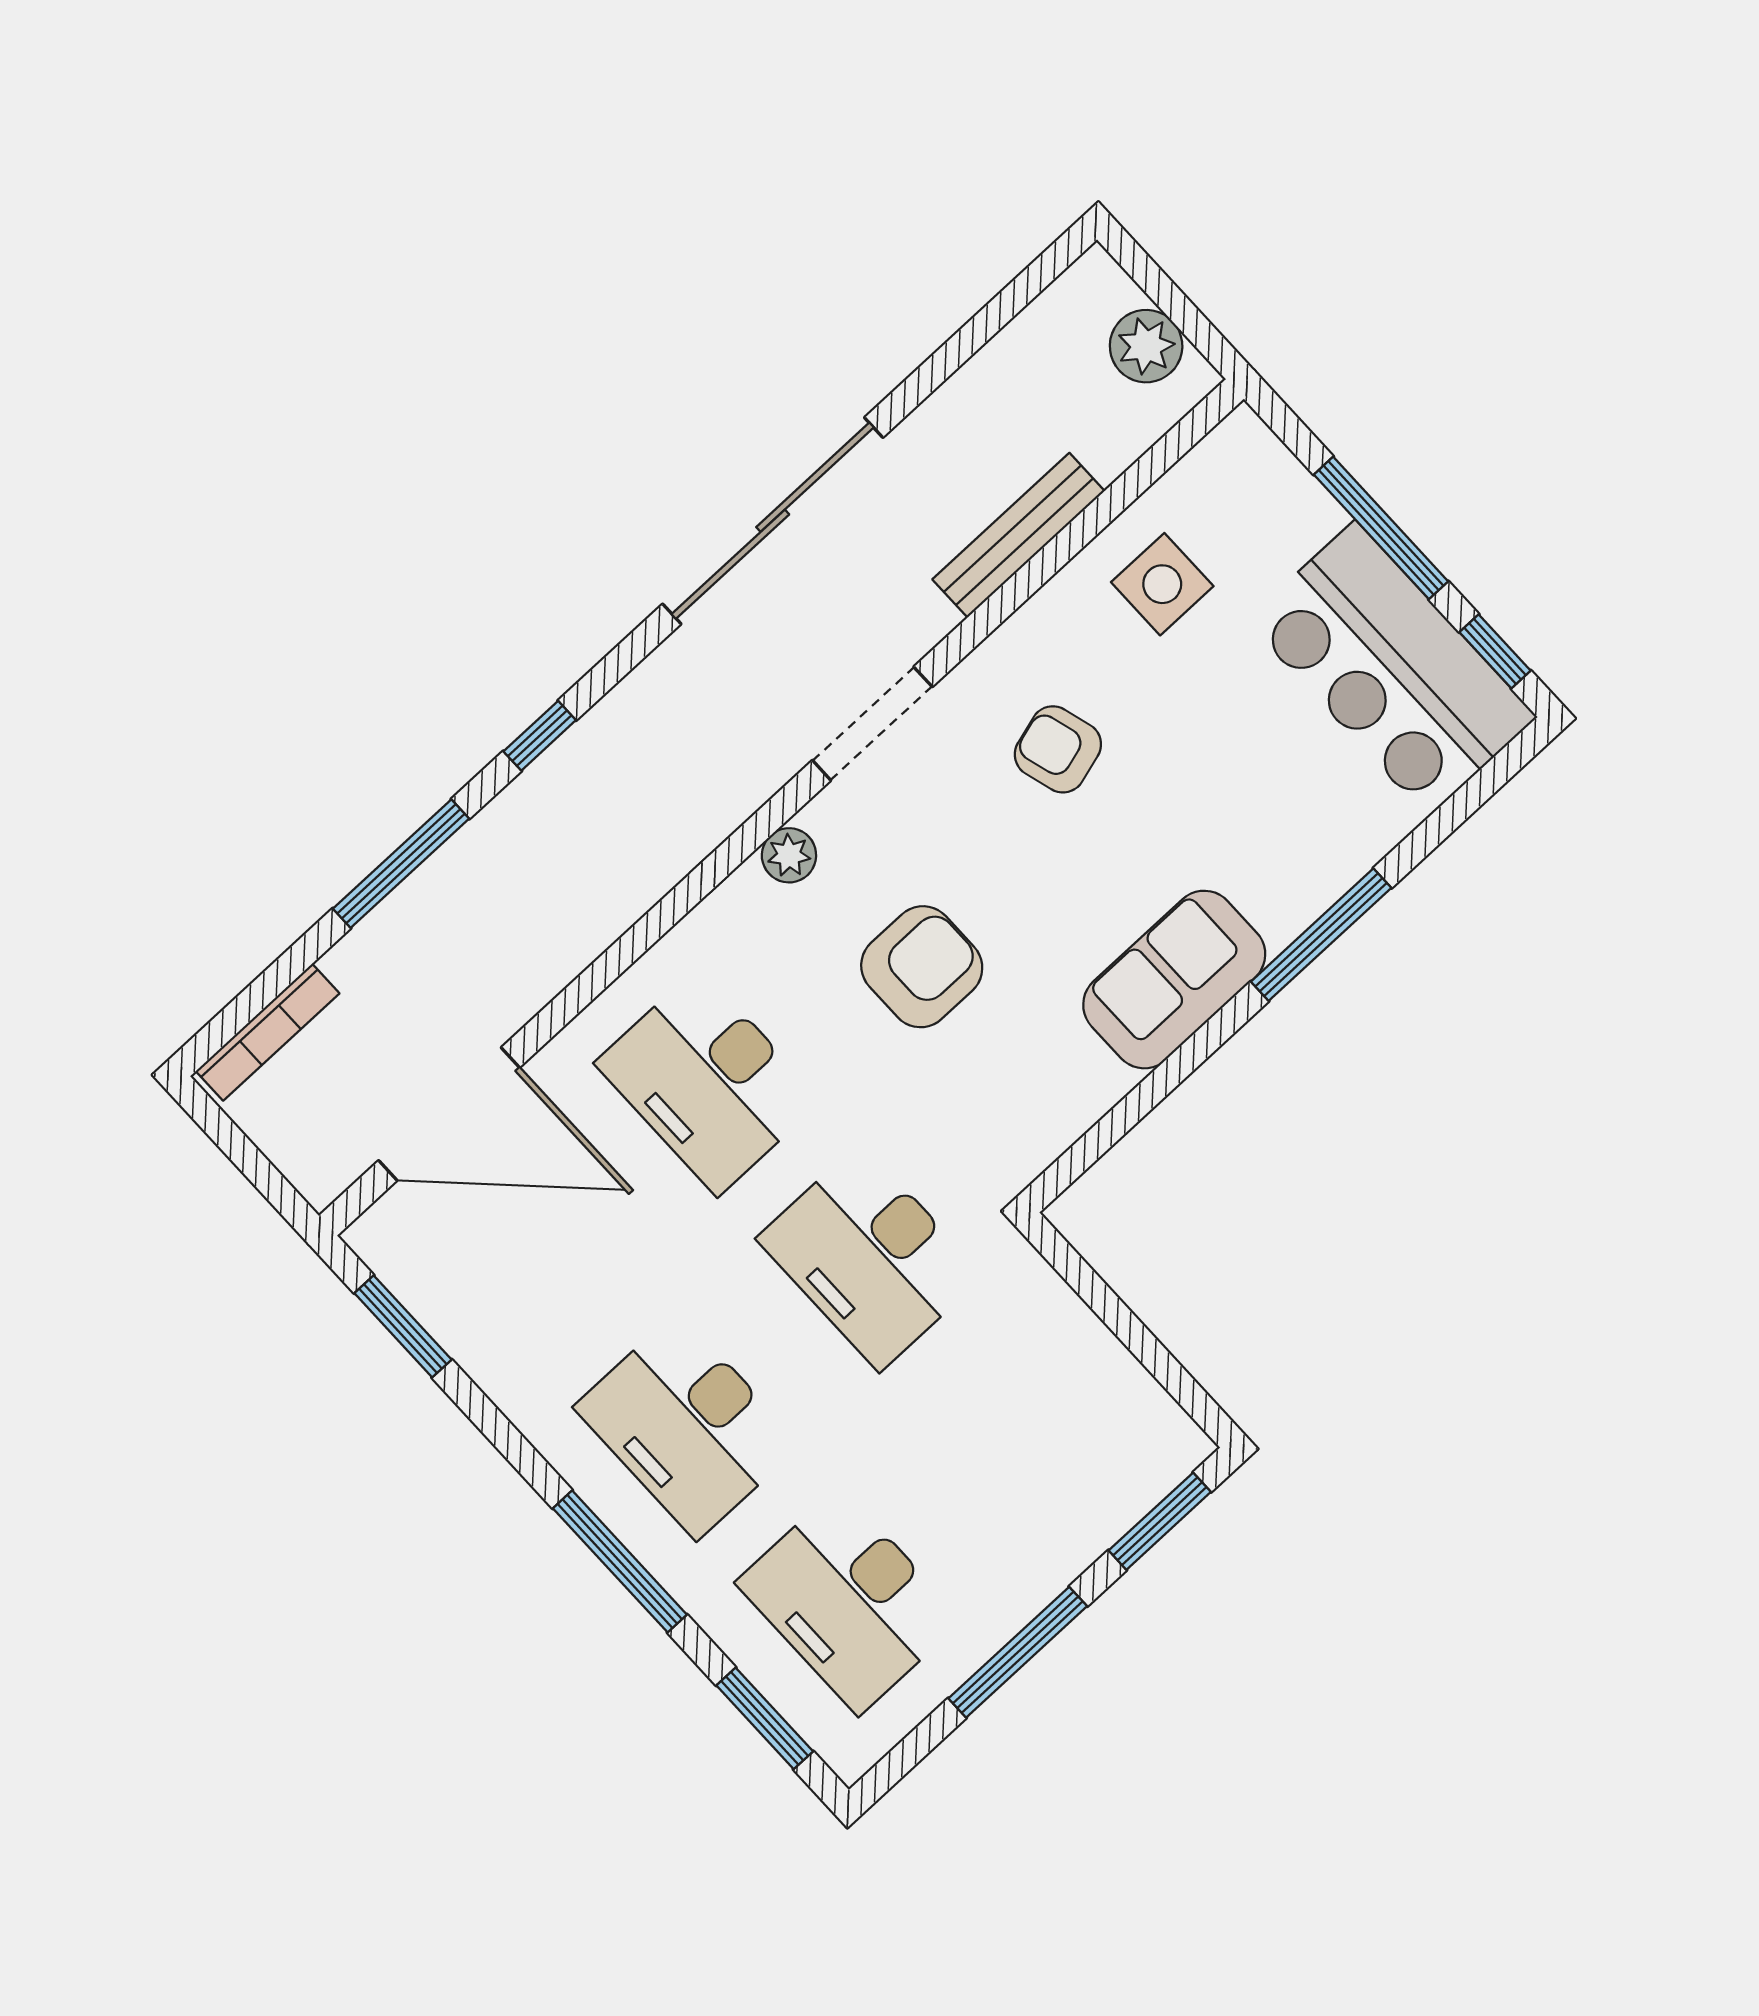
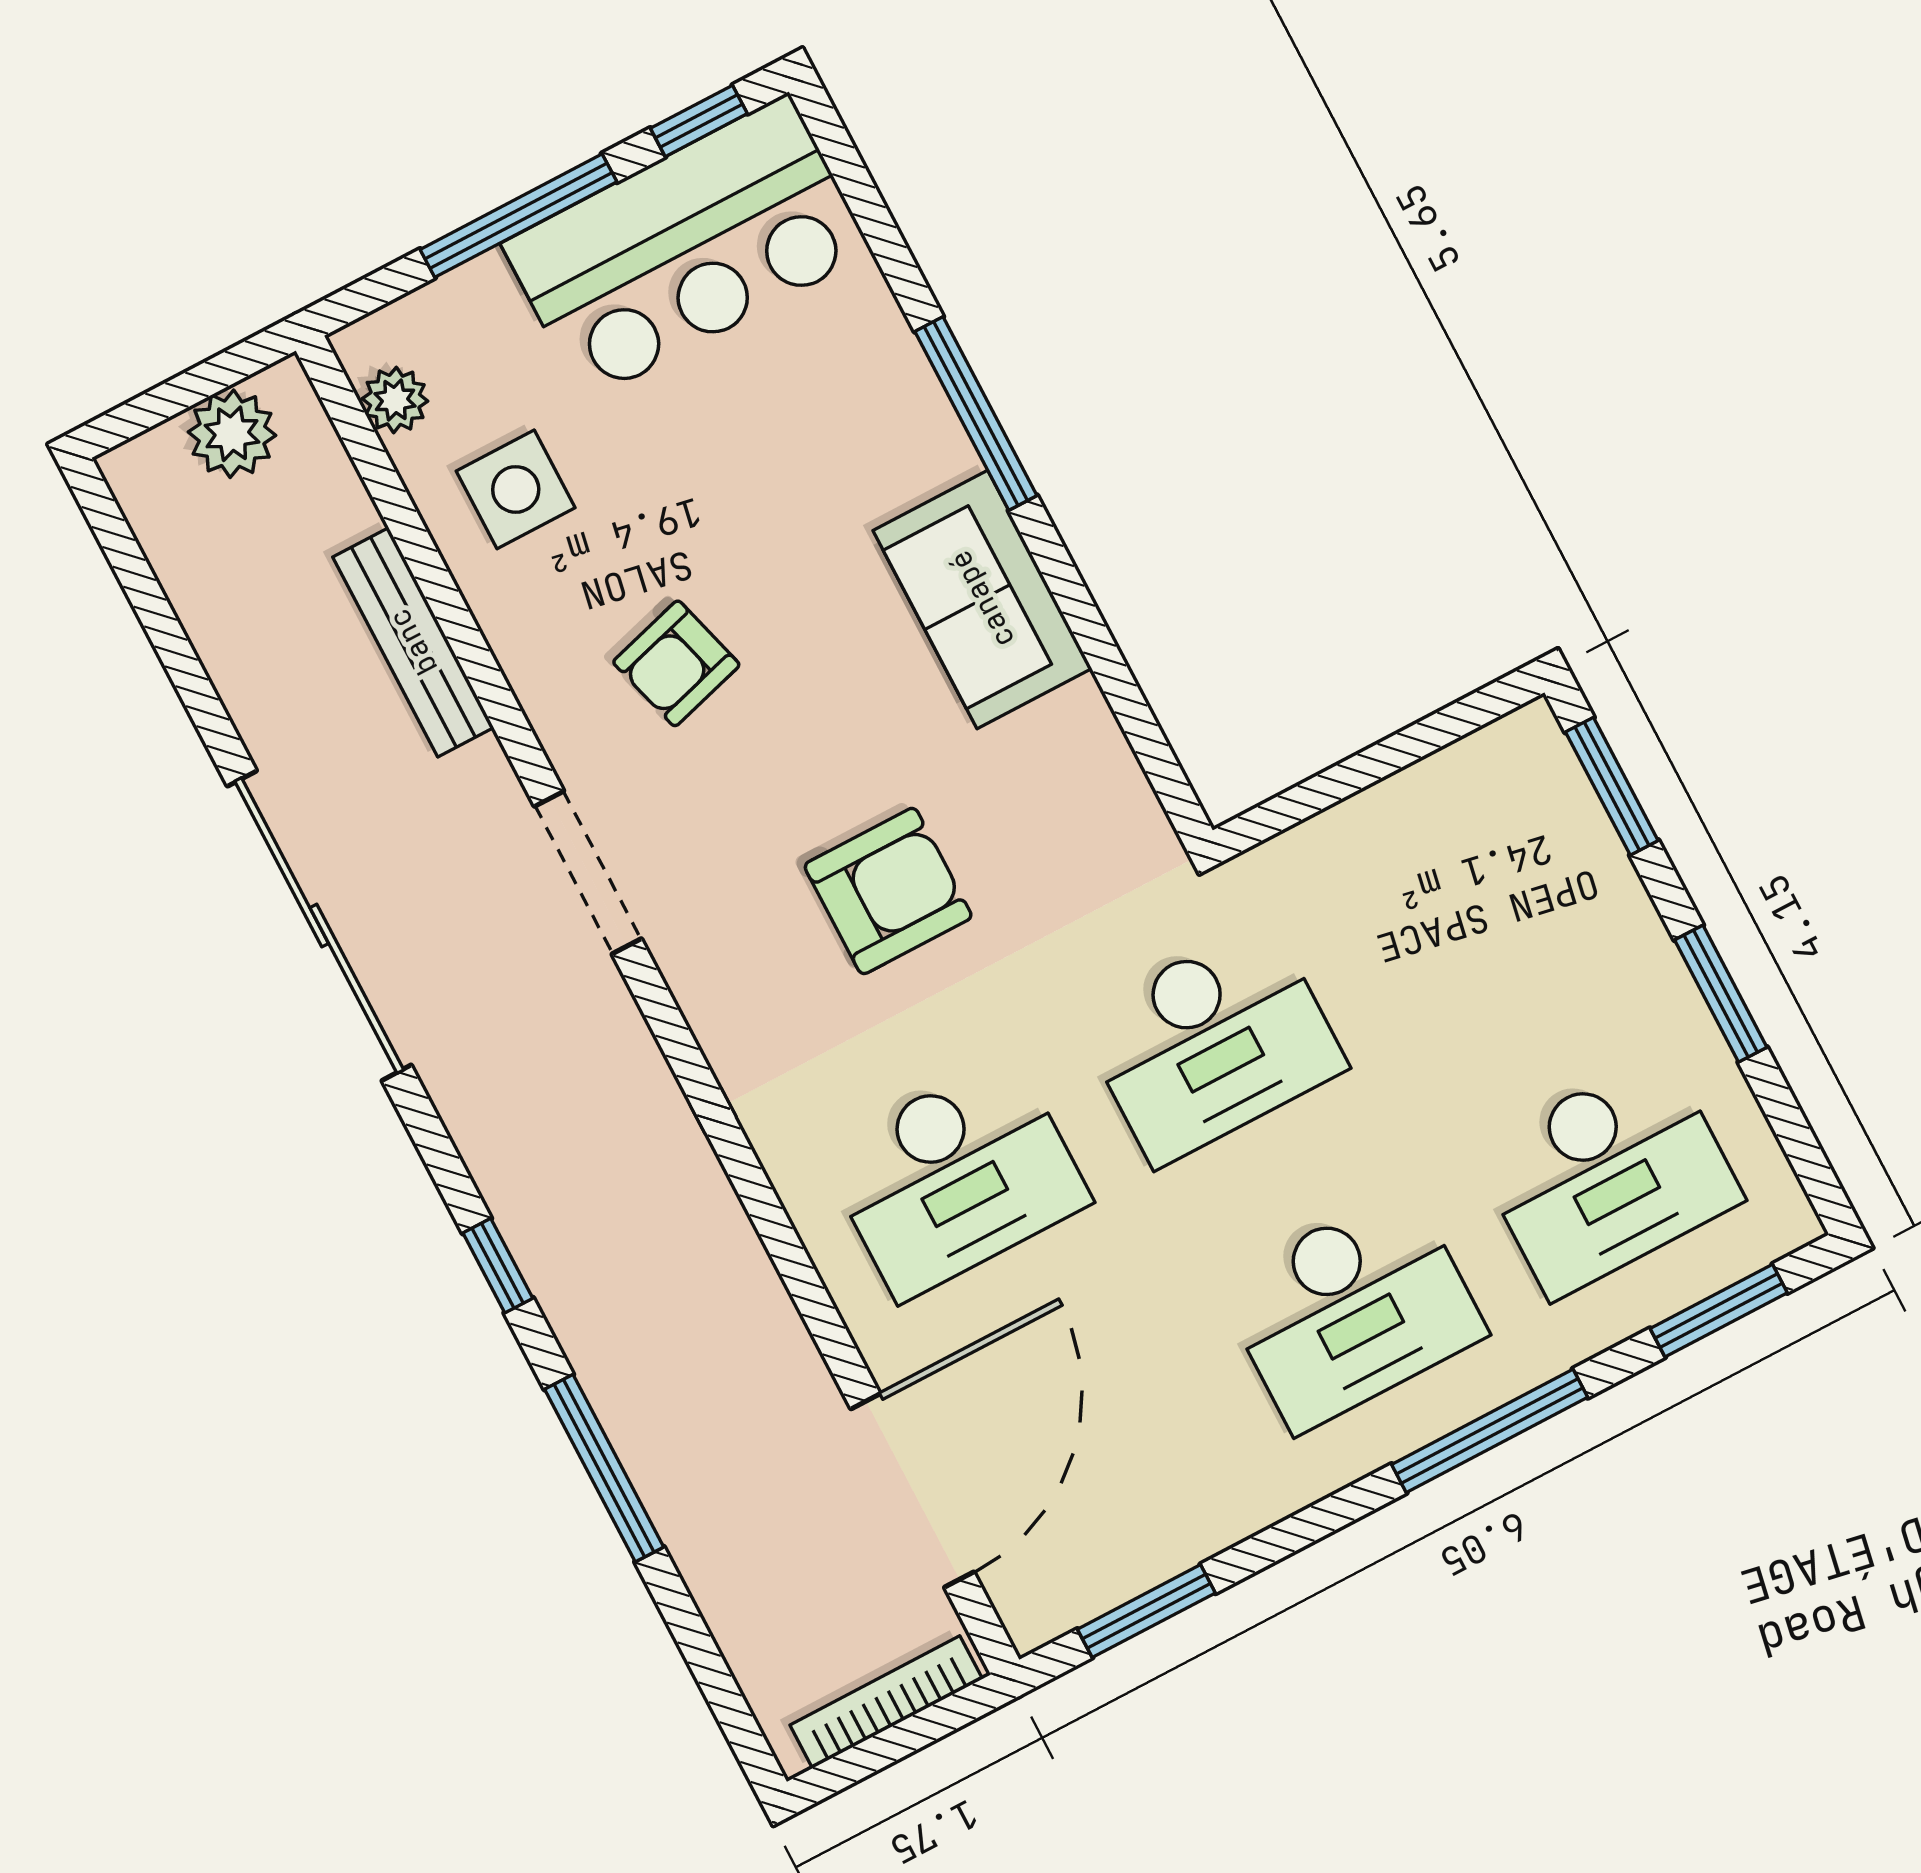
plant: (789, 855) -> (395, 400), moved
armchair: (922, 967) -> (888, 891), turned 90
bookcase: (268, 1032) -> (886, 1702), moved, turned -90
window: (1018, 1652) -> (1721, 994), width x0.69

